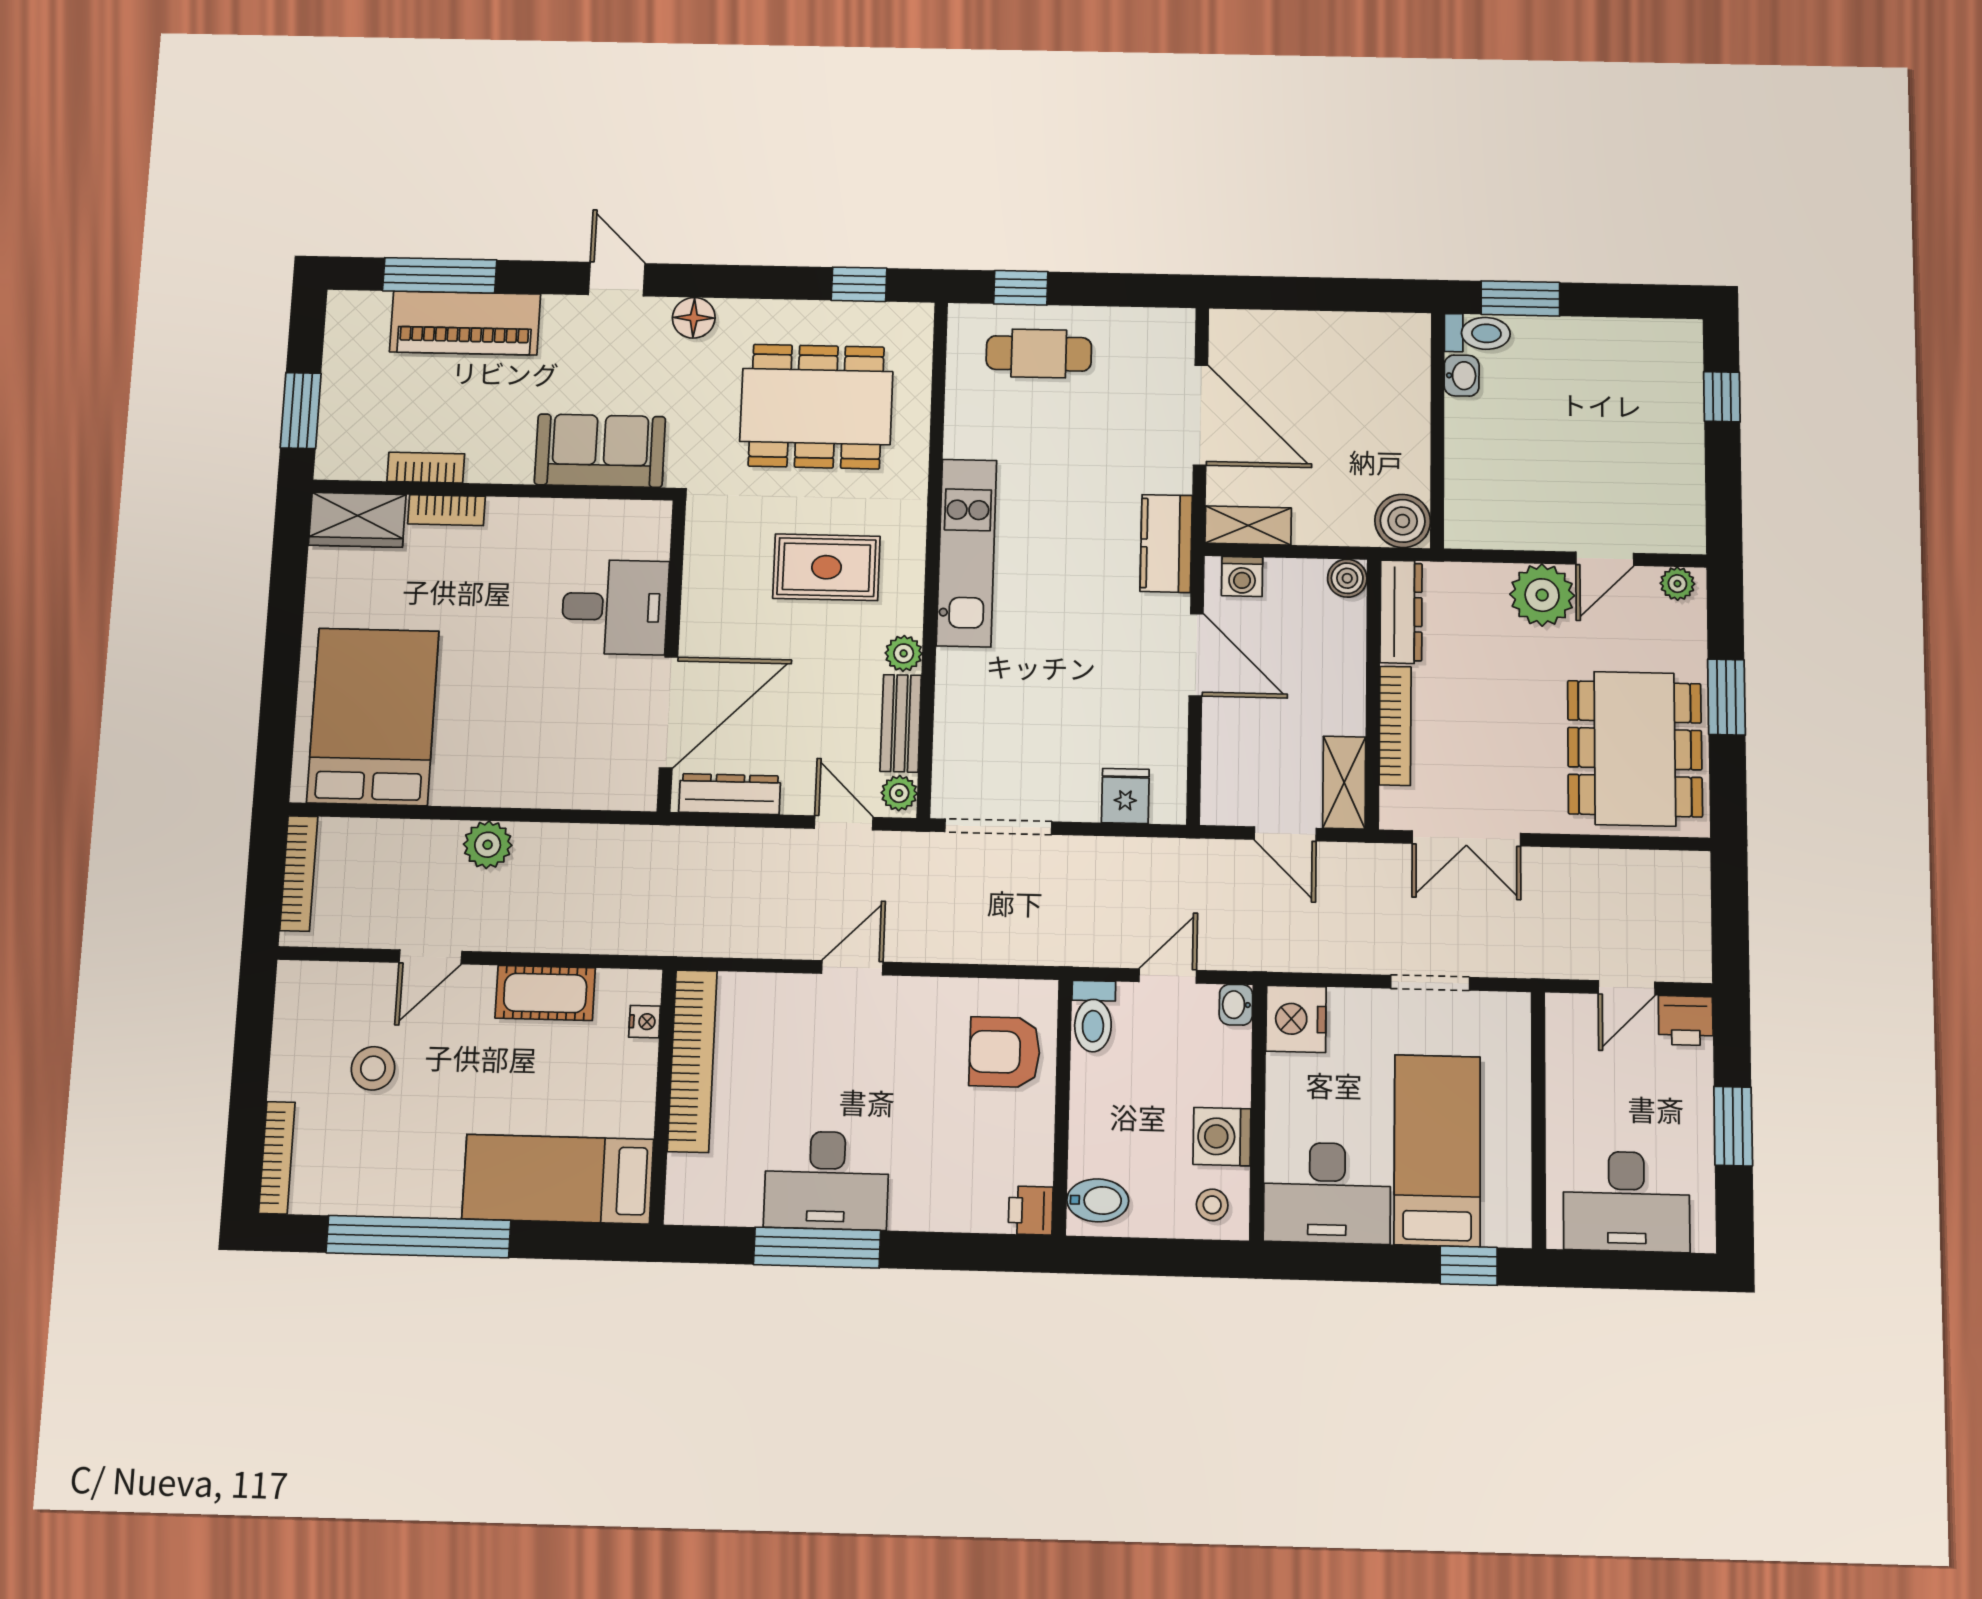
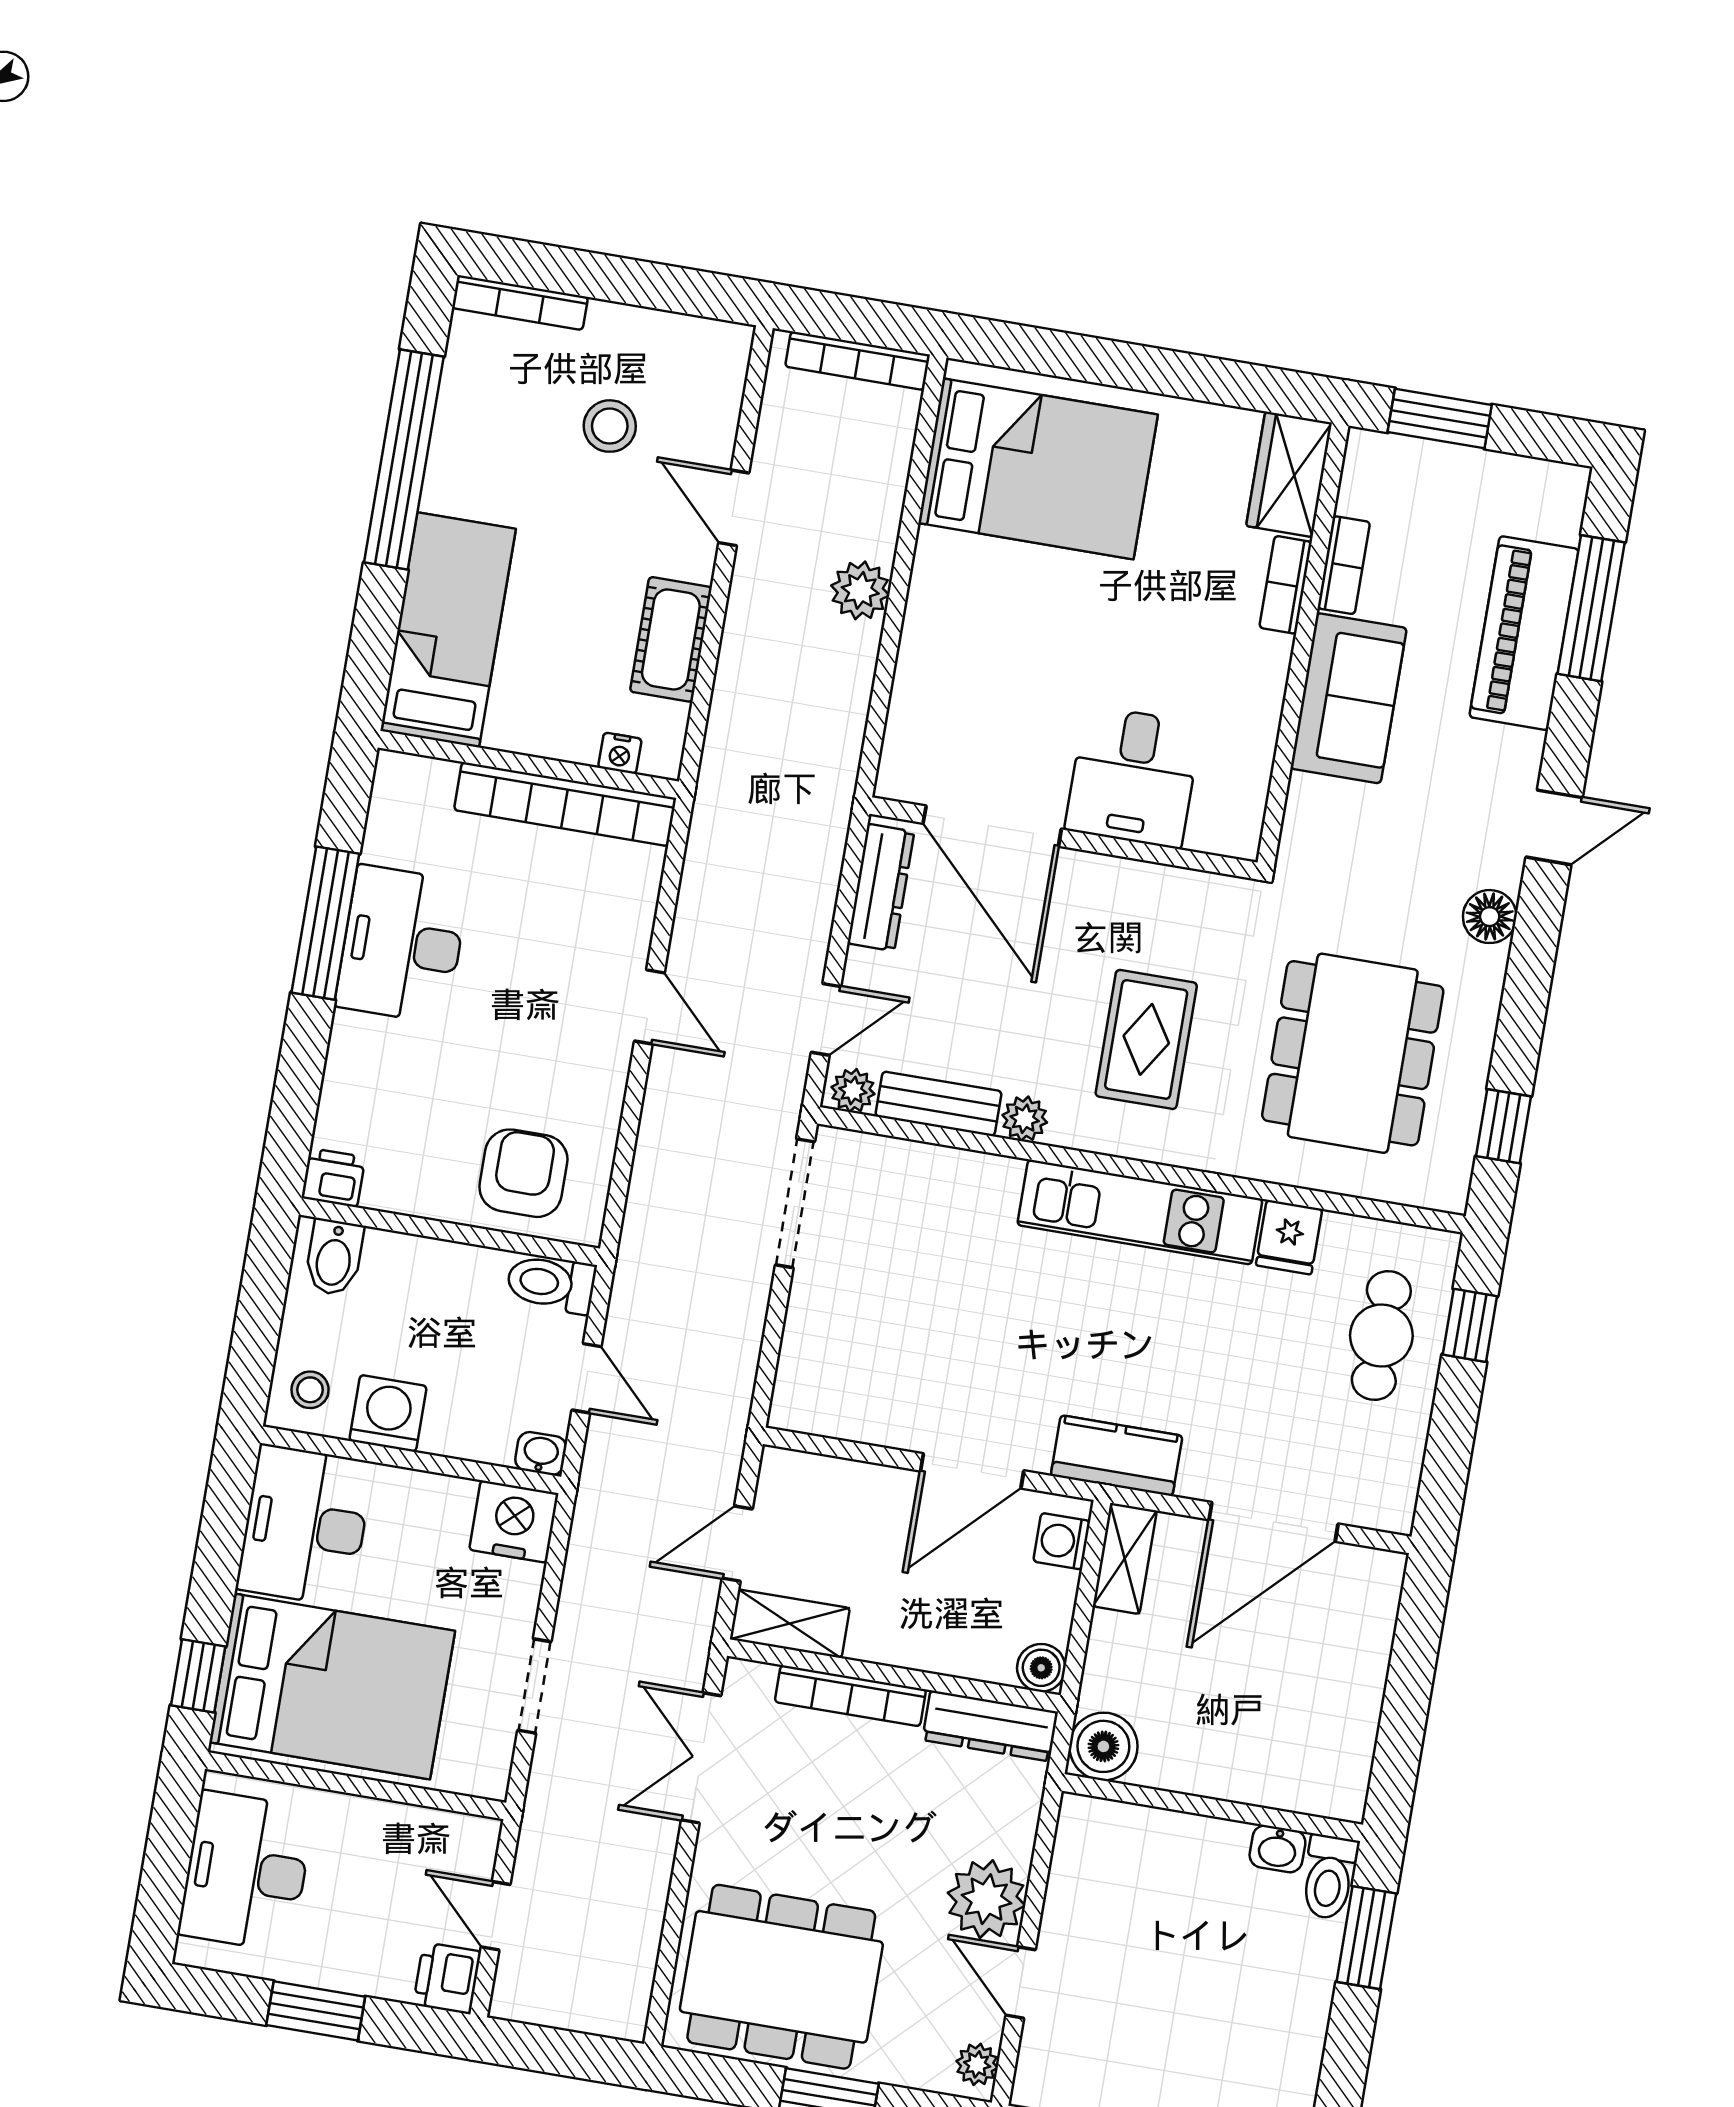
sofa: (600, 451) -> (1349, 698), moved
fridge: (1125, 796) -> (1289, 1237), moved, turned 90
bed: (1437, 1150) -> (332, 1687), width x1.50

